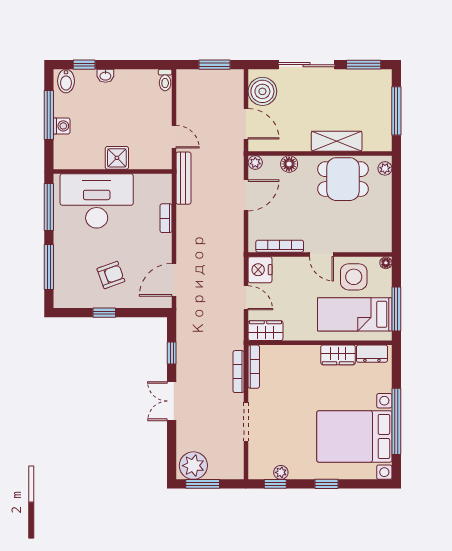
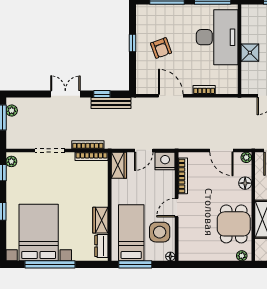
bench: (183, 178) -> (111, 103), moved
door: (174, 280) -> (171, 96), moved
plant: (193, 466) -> (12, 111), width x0.53, depth x0.53
plant: (281, 472) -> (11, 161), moved

